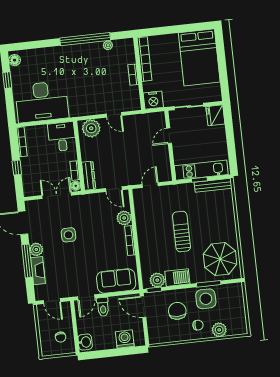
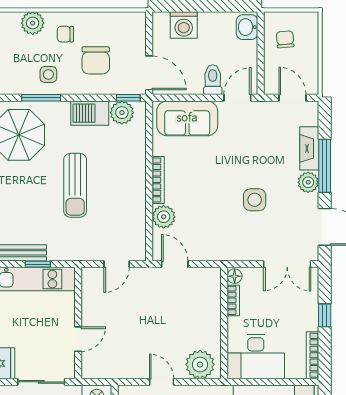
desk: (62, 137) -> (256, 356), width x1.37
dresser: (89, 176) -> (212, 290), removed
double door: (57, 195) -> (287, 264), moved
side table: (206, 299) -> (48, 74), width x0.54, depth x0.54

